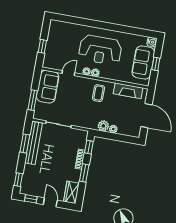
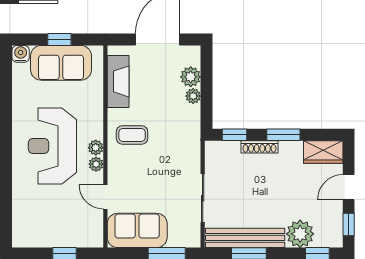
reception desk: (100, 50) -> (52, 146), turned 180
plant: (103, 126) -> (191, 77), moved
plant: (30, 172) -> (300, 234), added

